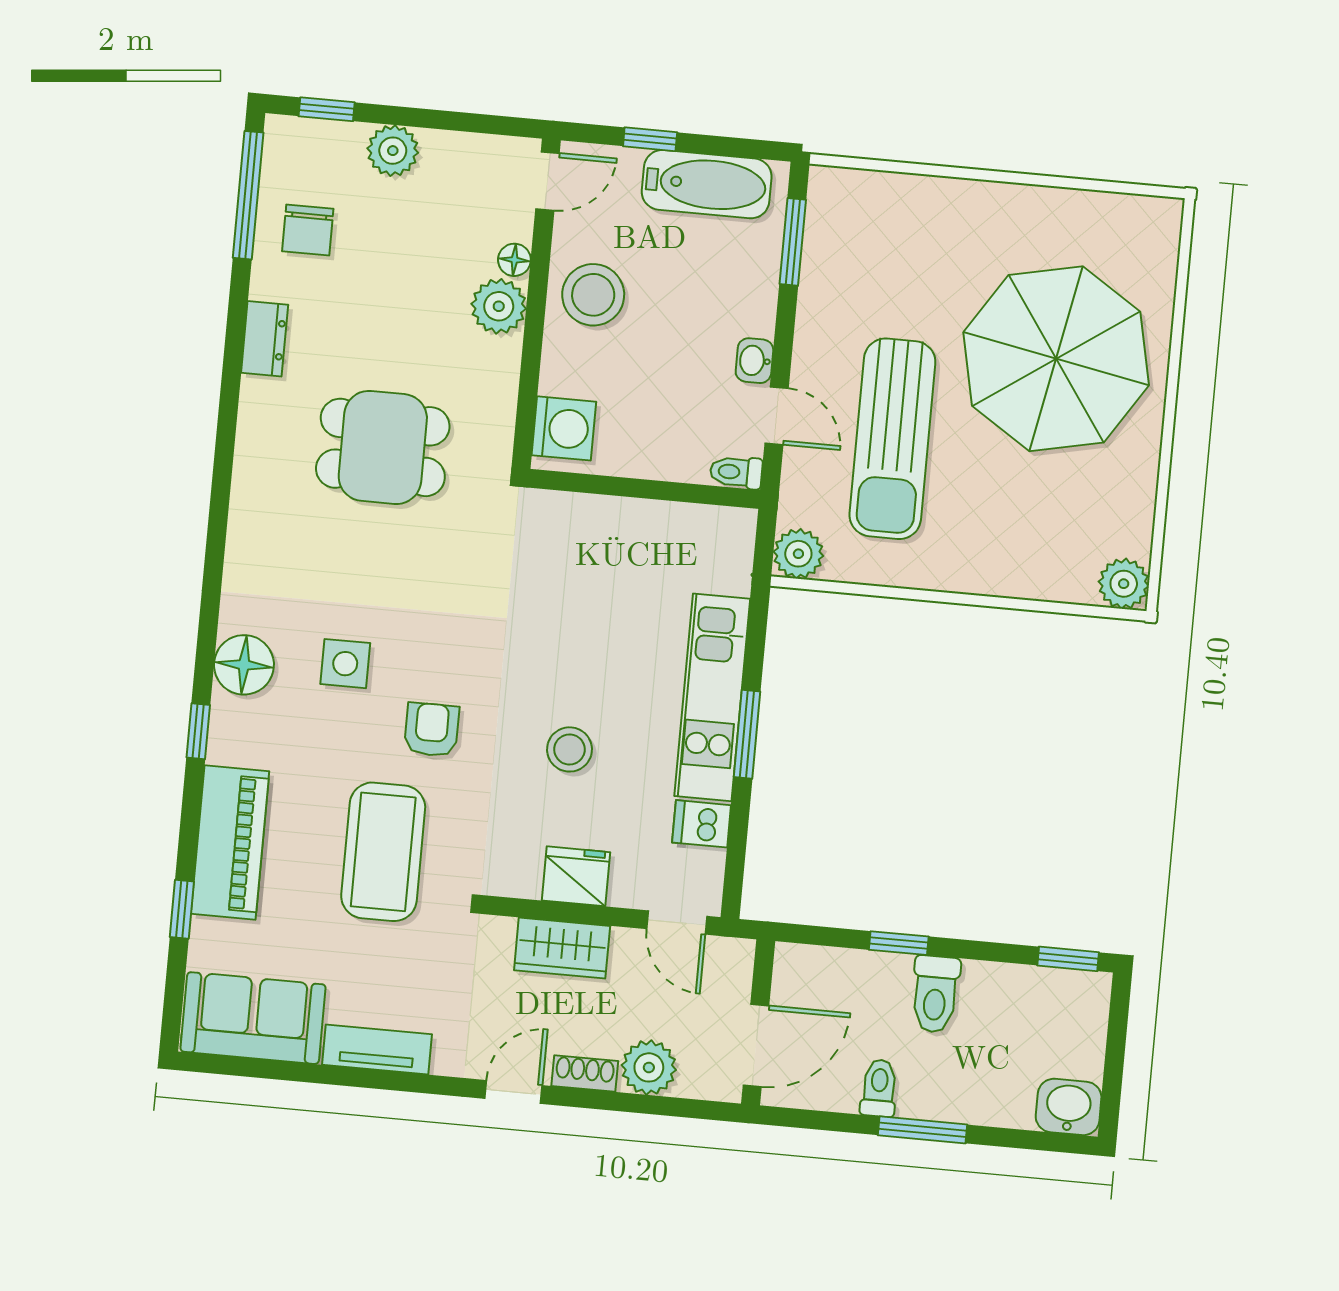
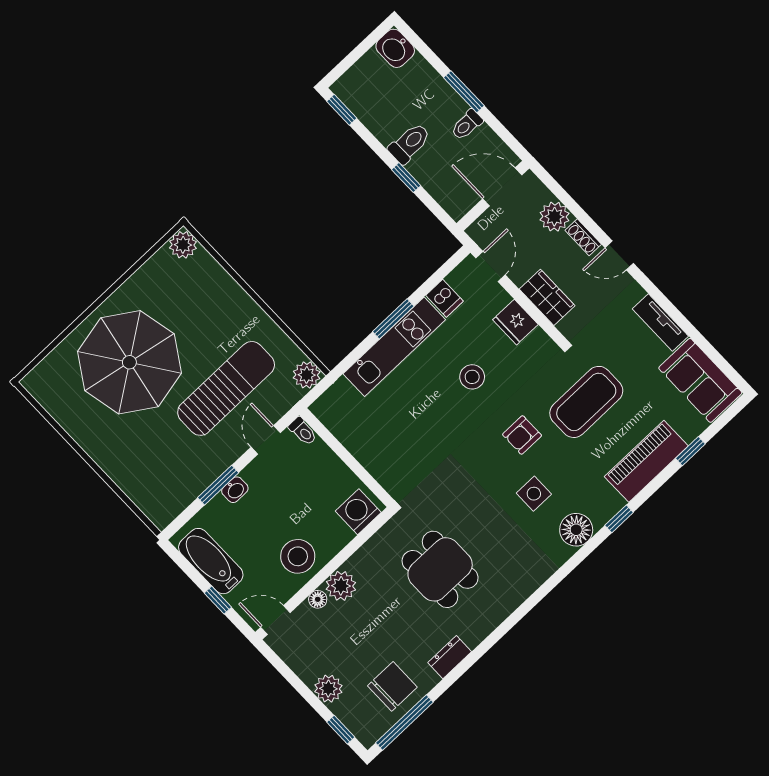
chair: (308, 230) -> (392, 686), width x1.37, depth x1.37
window: (793, 242) -> (218, 485), moved
washbasin: (754, 361) -> (235, 490), moved

